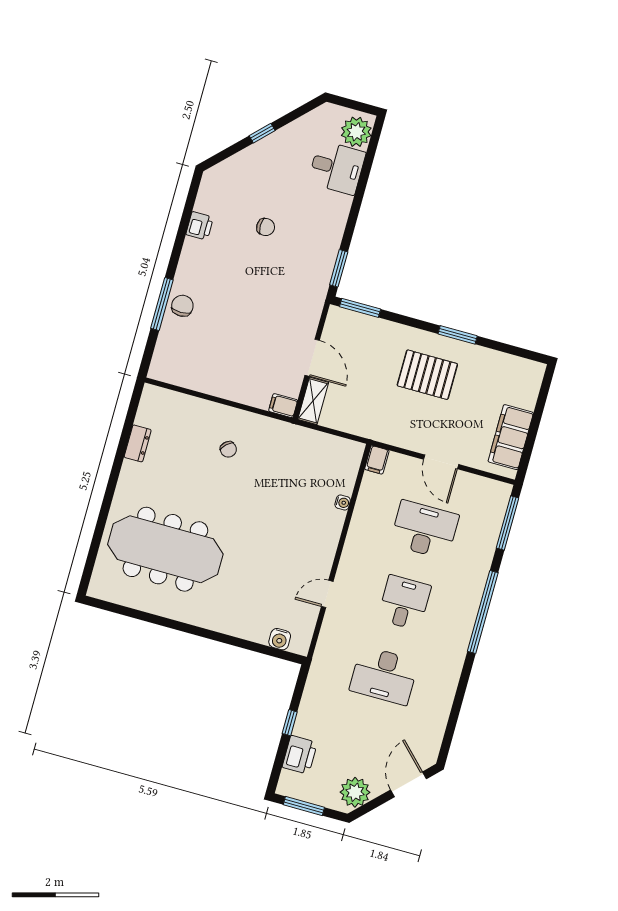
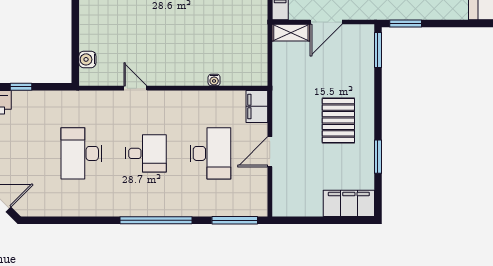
window: (458, 335) -> (378, 157), moved
filing cabinet: (511, 437) -> (349, 203), moved
filing cabinet: (377, 460) -> (257, 106), width x2.00

